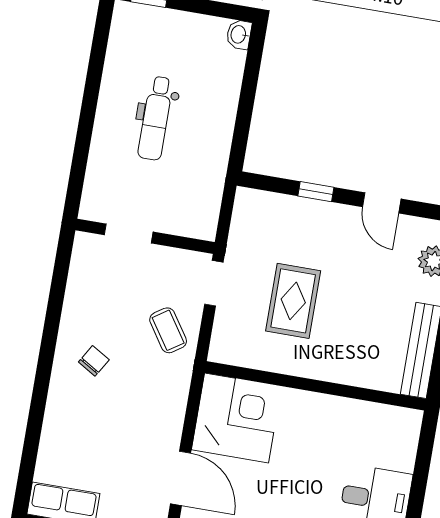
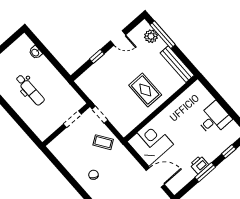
washbasin: (239, 34) -> (35, 52), moved
doorway: (129, 233) -> (72, 119), moved
rug: (293, 301) -> (145, 90), moved

